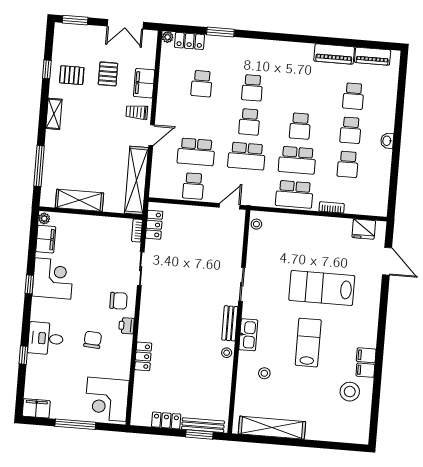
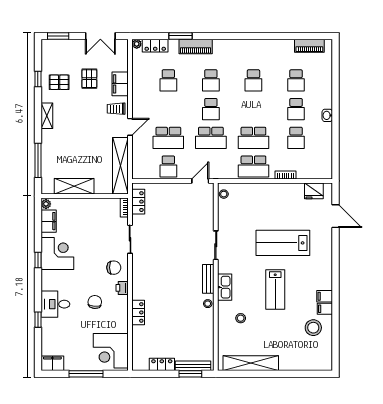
piano: (334, 54) -> (196, 47), moved
school desk: (300, 126) -> (253, 80), moved
lab bench: (308, 343) -> (275, 289), turned 180

